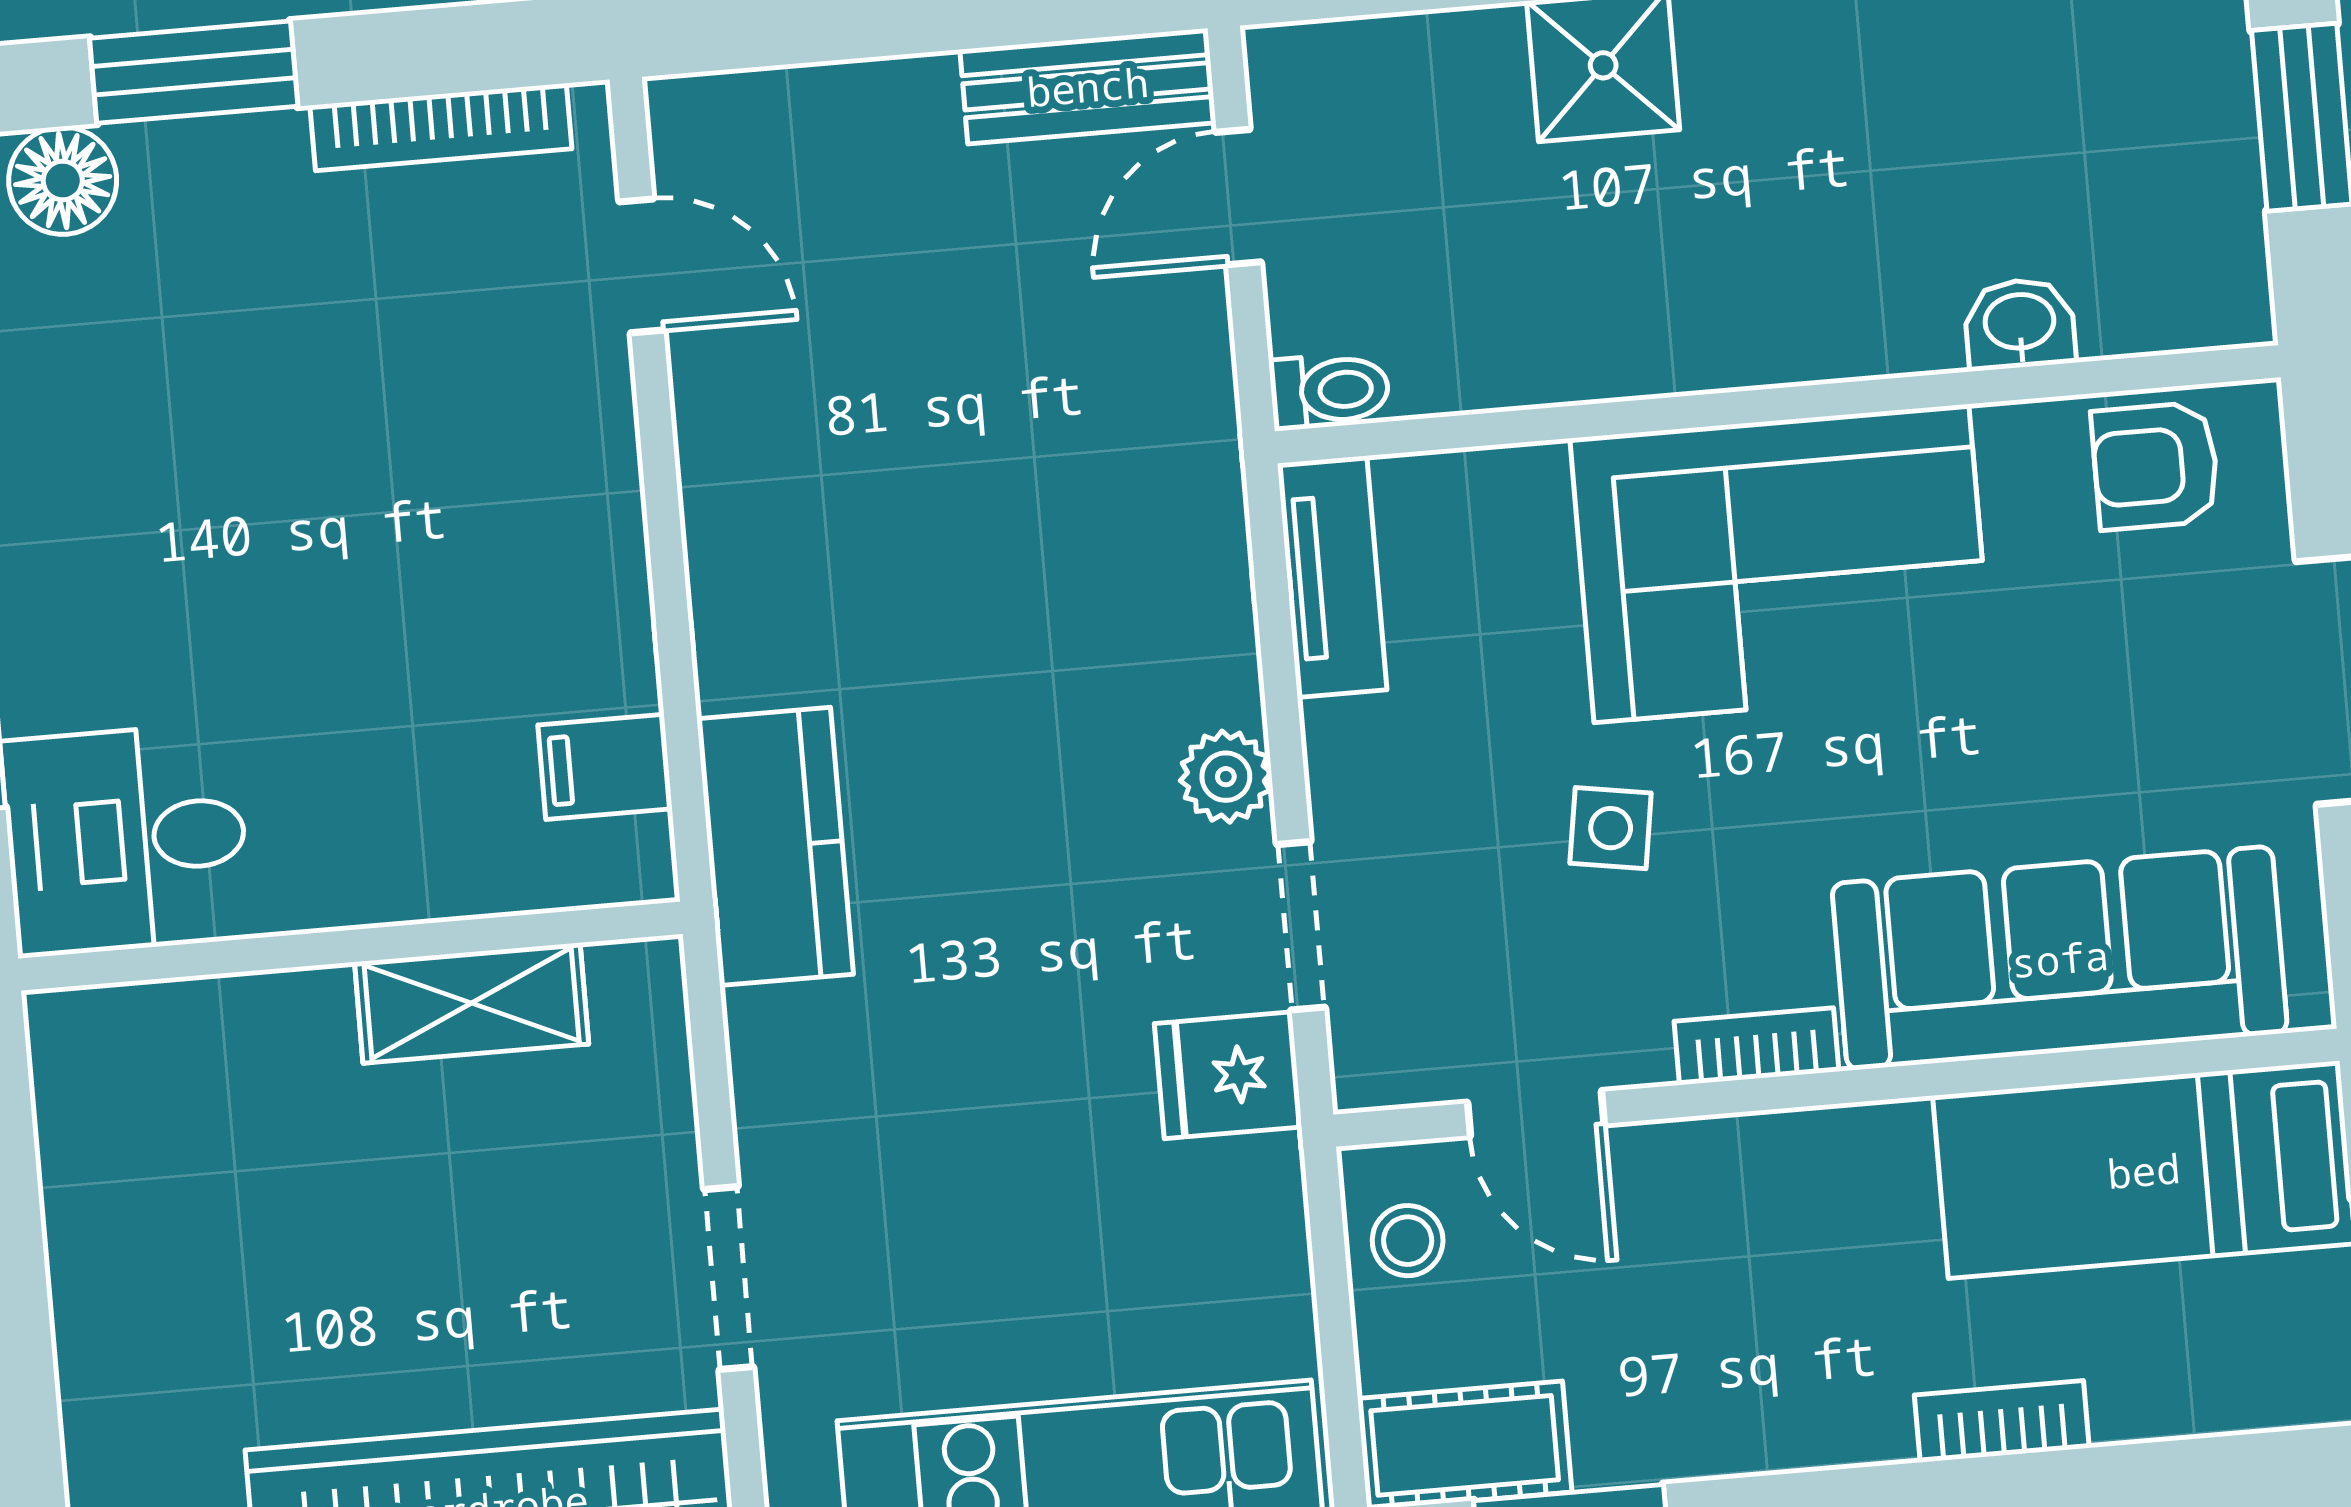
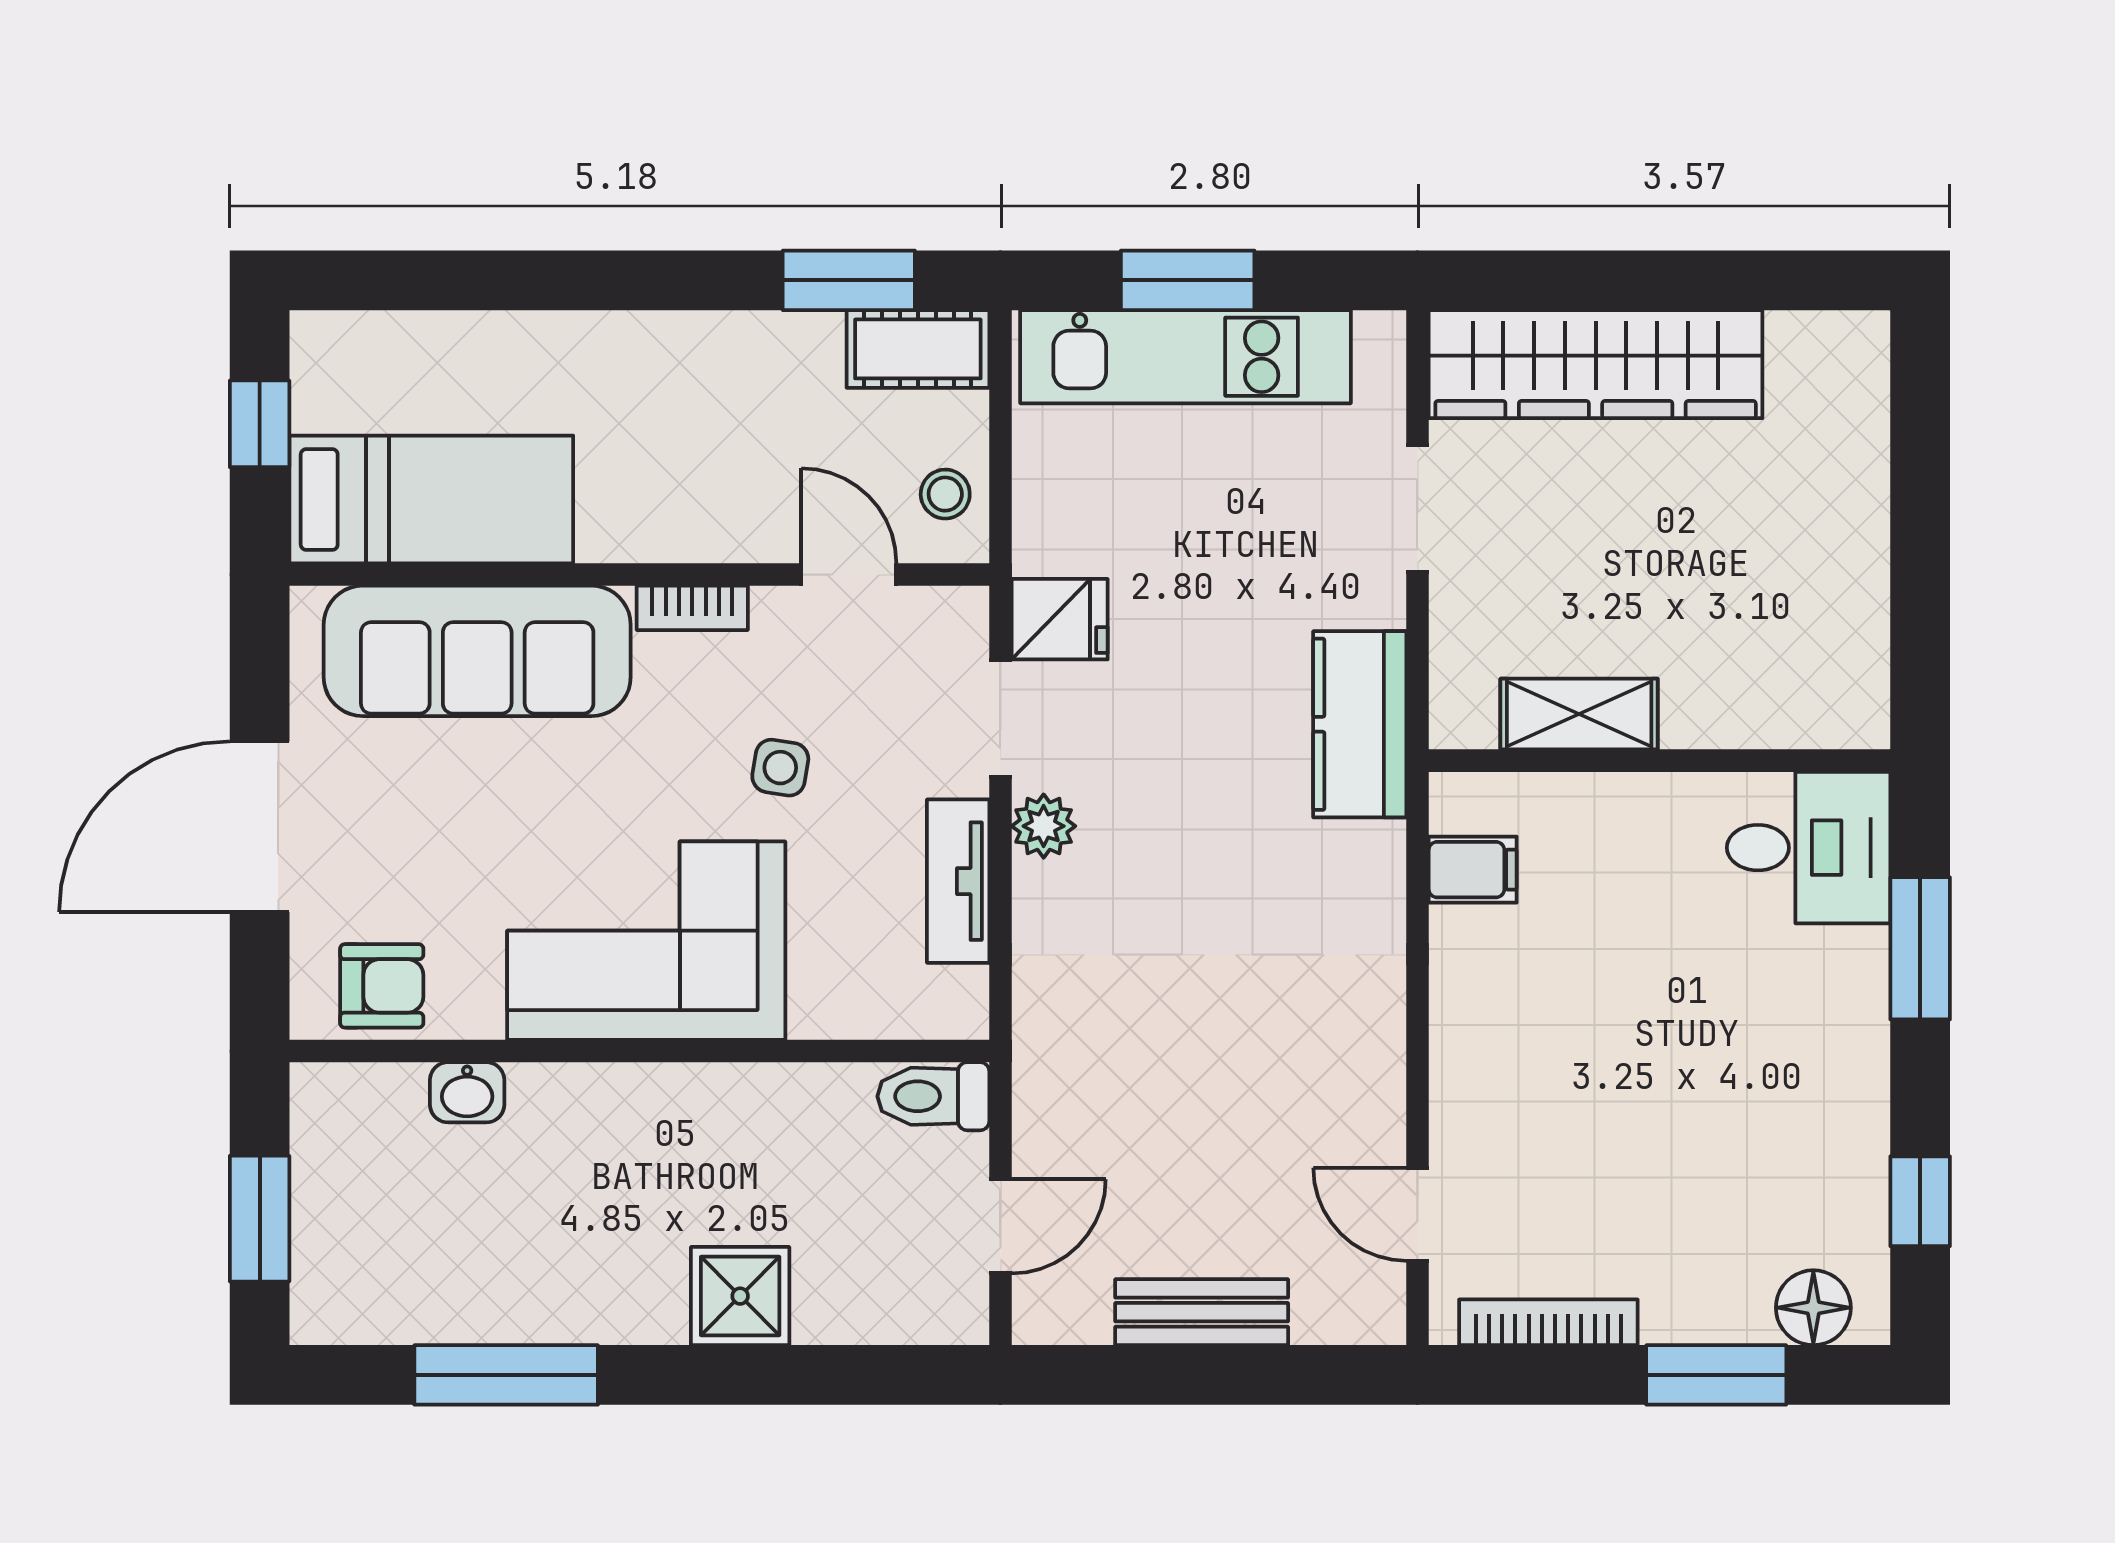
bench: (1088, 86) -> (1202, 1312), moved
toilet: (1329, 391) -> (933, 1096), width x1.37, depth x1.39
tv unit: (1332, 577) -> (958, 881), moved
kitchen counter: (775, 846) -> (1360, 724), moved
bookcase: (2002, 1421) -> (545, 334), removed

